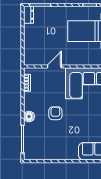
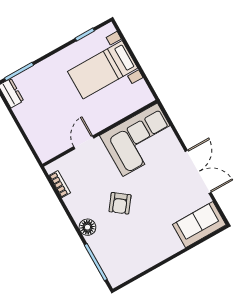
armchair: (55, 113) -> (120, 203), turned -143

